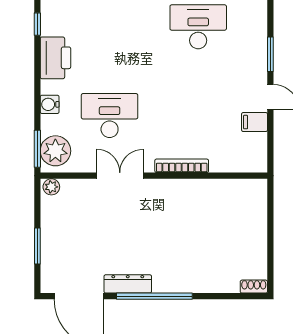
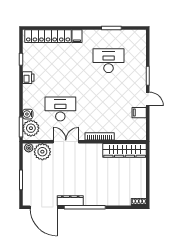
printer: (55, 58) -> (28, 78), width x0.53, depth x0.68
water cooler: (50, 104) -> (28, 114), moved
wardrobe: (228, 192) -> (125, 150), added
plant: (77, 194) -> (42, 152), added

